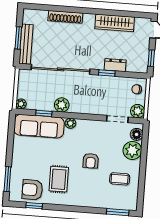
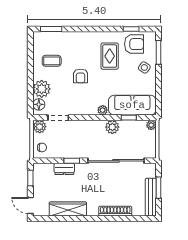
bench: (26, 44) -> (151, 197), moved
armchair: (91, 161) -> (81, 76), turned 180
side table: (23, 165) -> (144, 67), added

